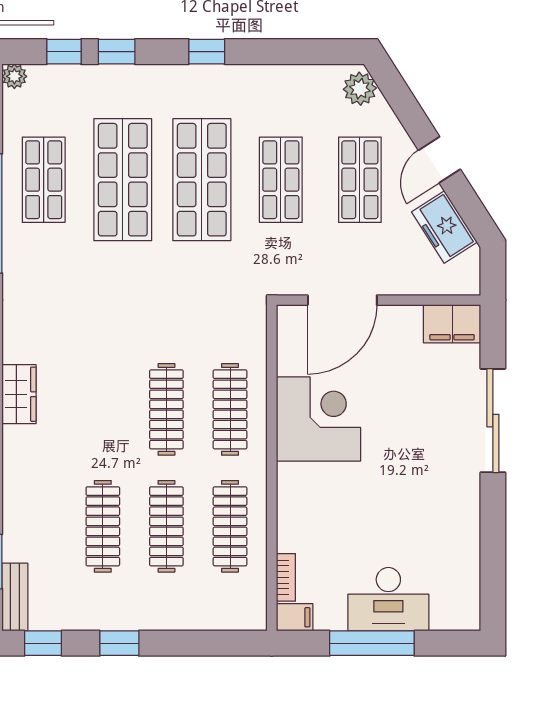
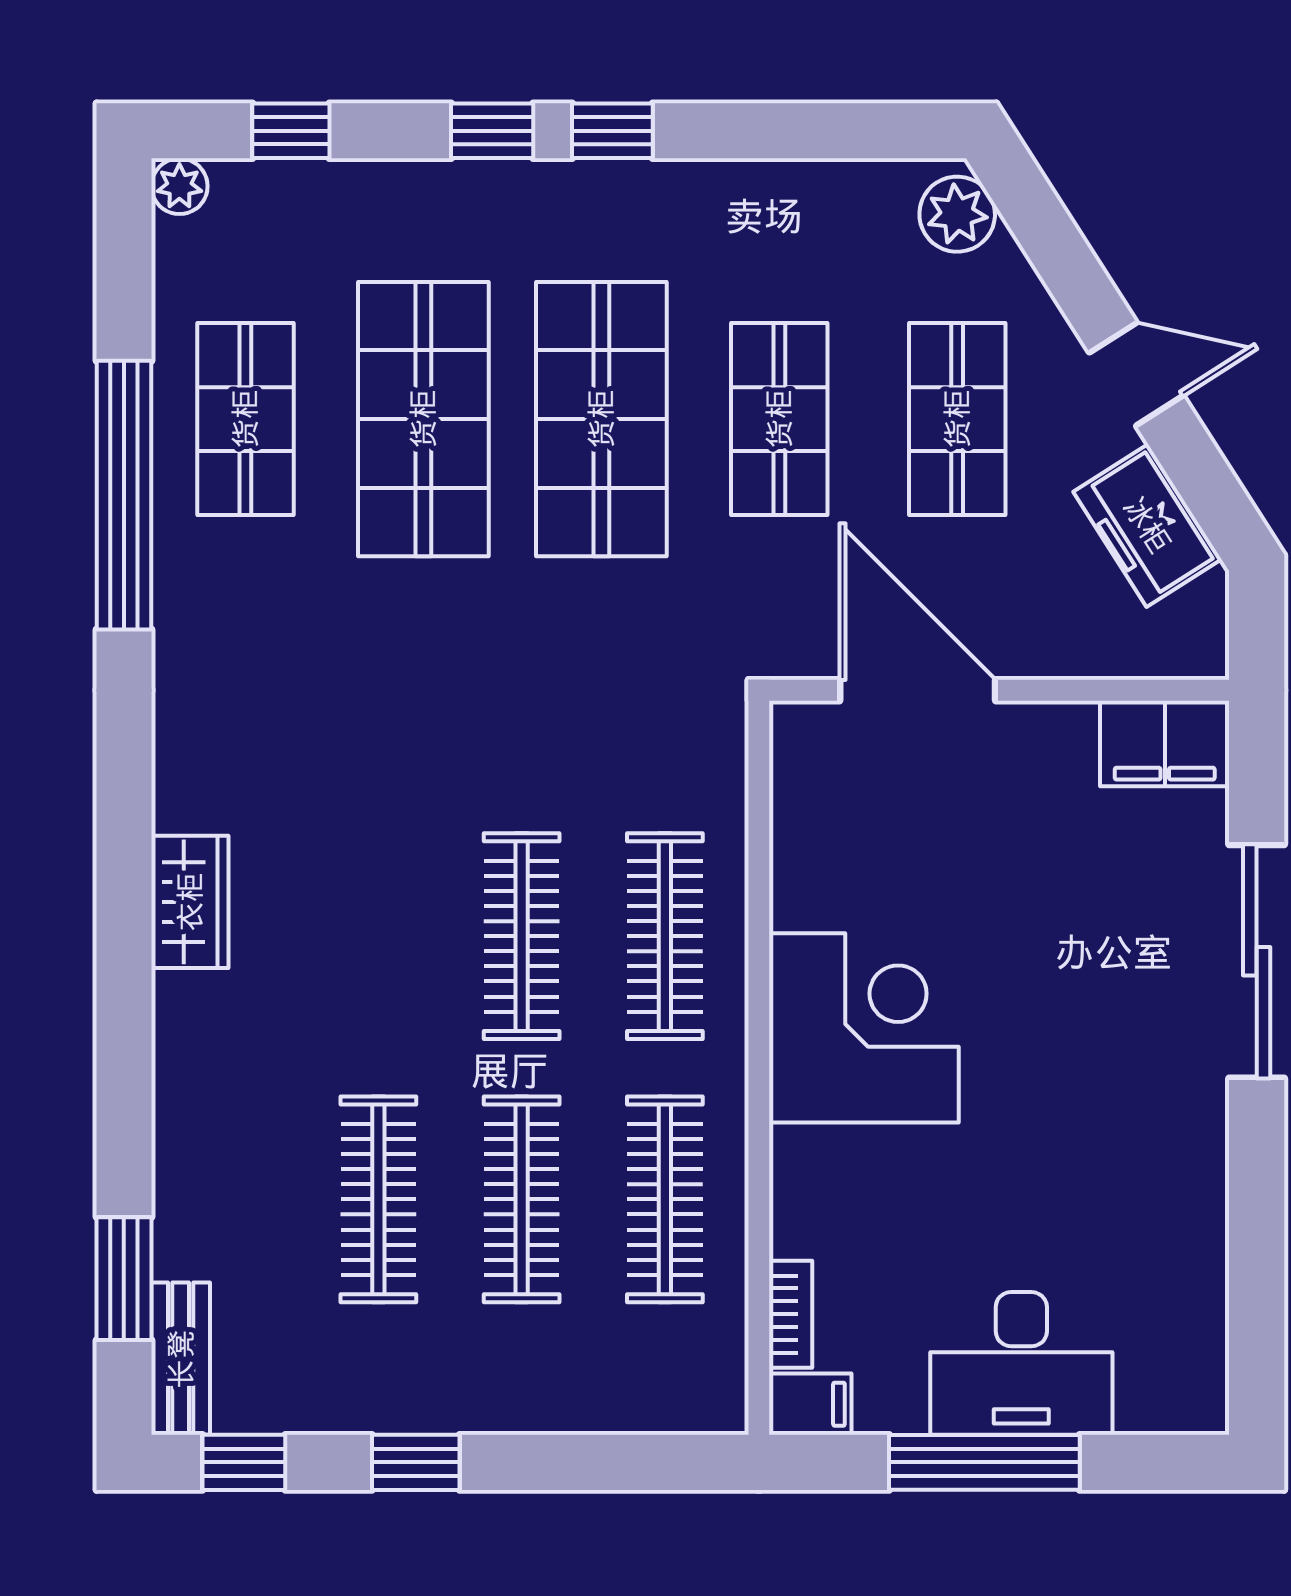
window: (117, 52) -> (492, 131), moved
door: (439, 160) -> (1136, 374), swing flipped
door: (342, 300) -> (918, 690), swing flipped
corner desk: (318, 419) -> (864, 1028), moved

